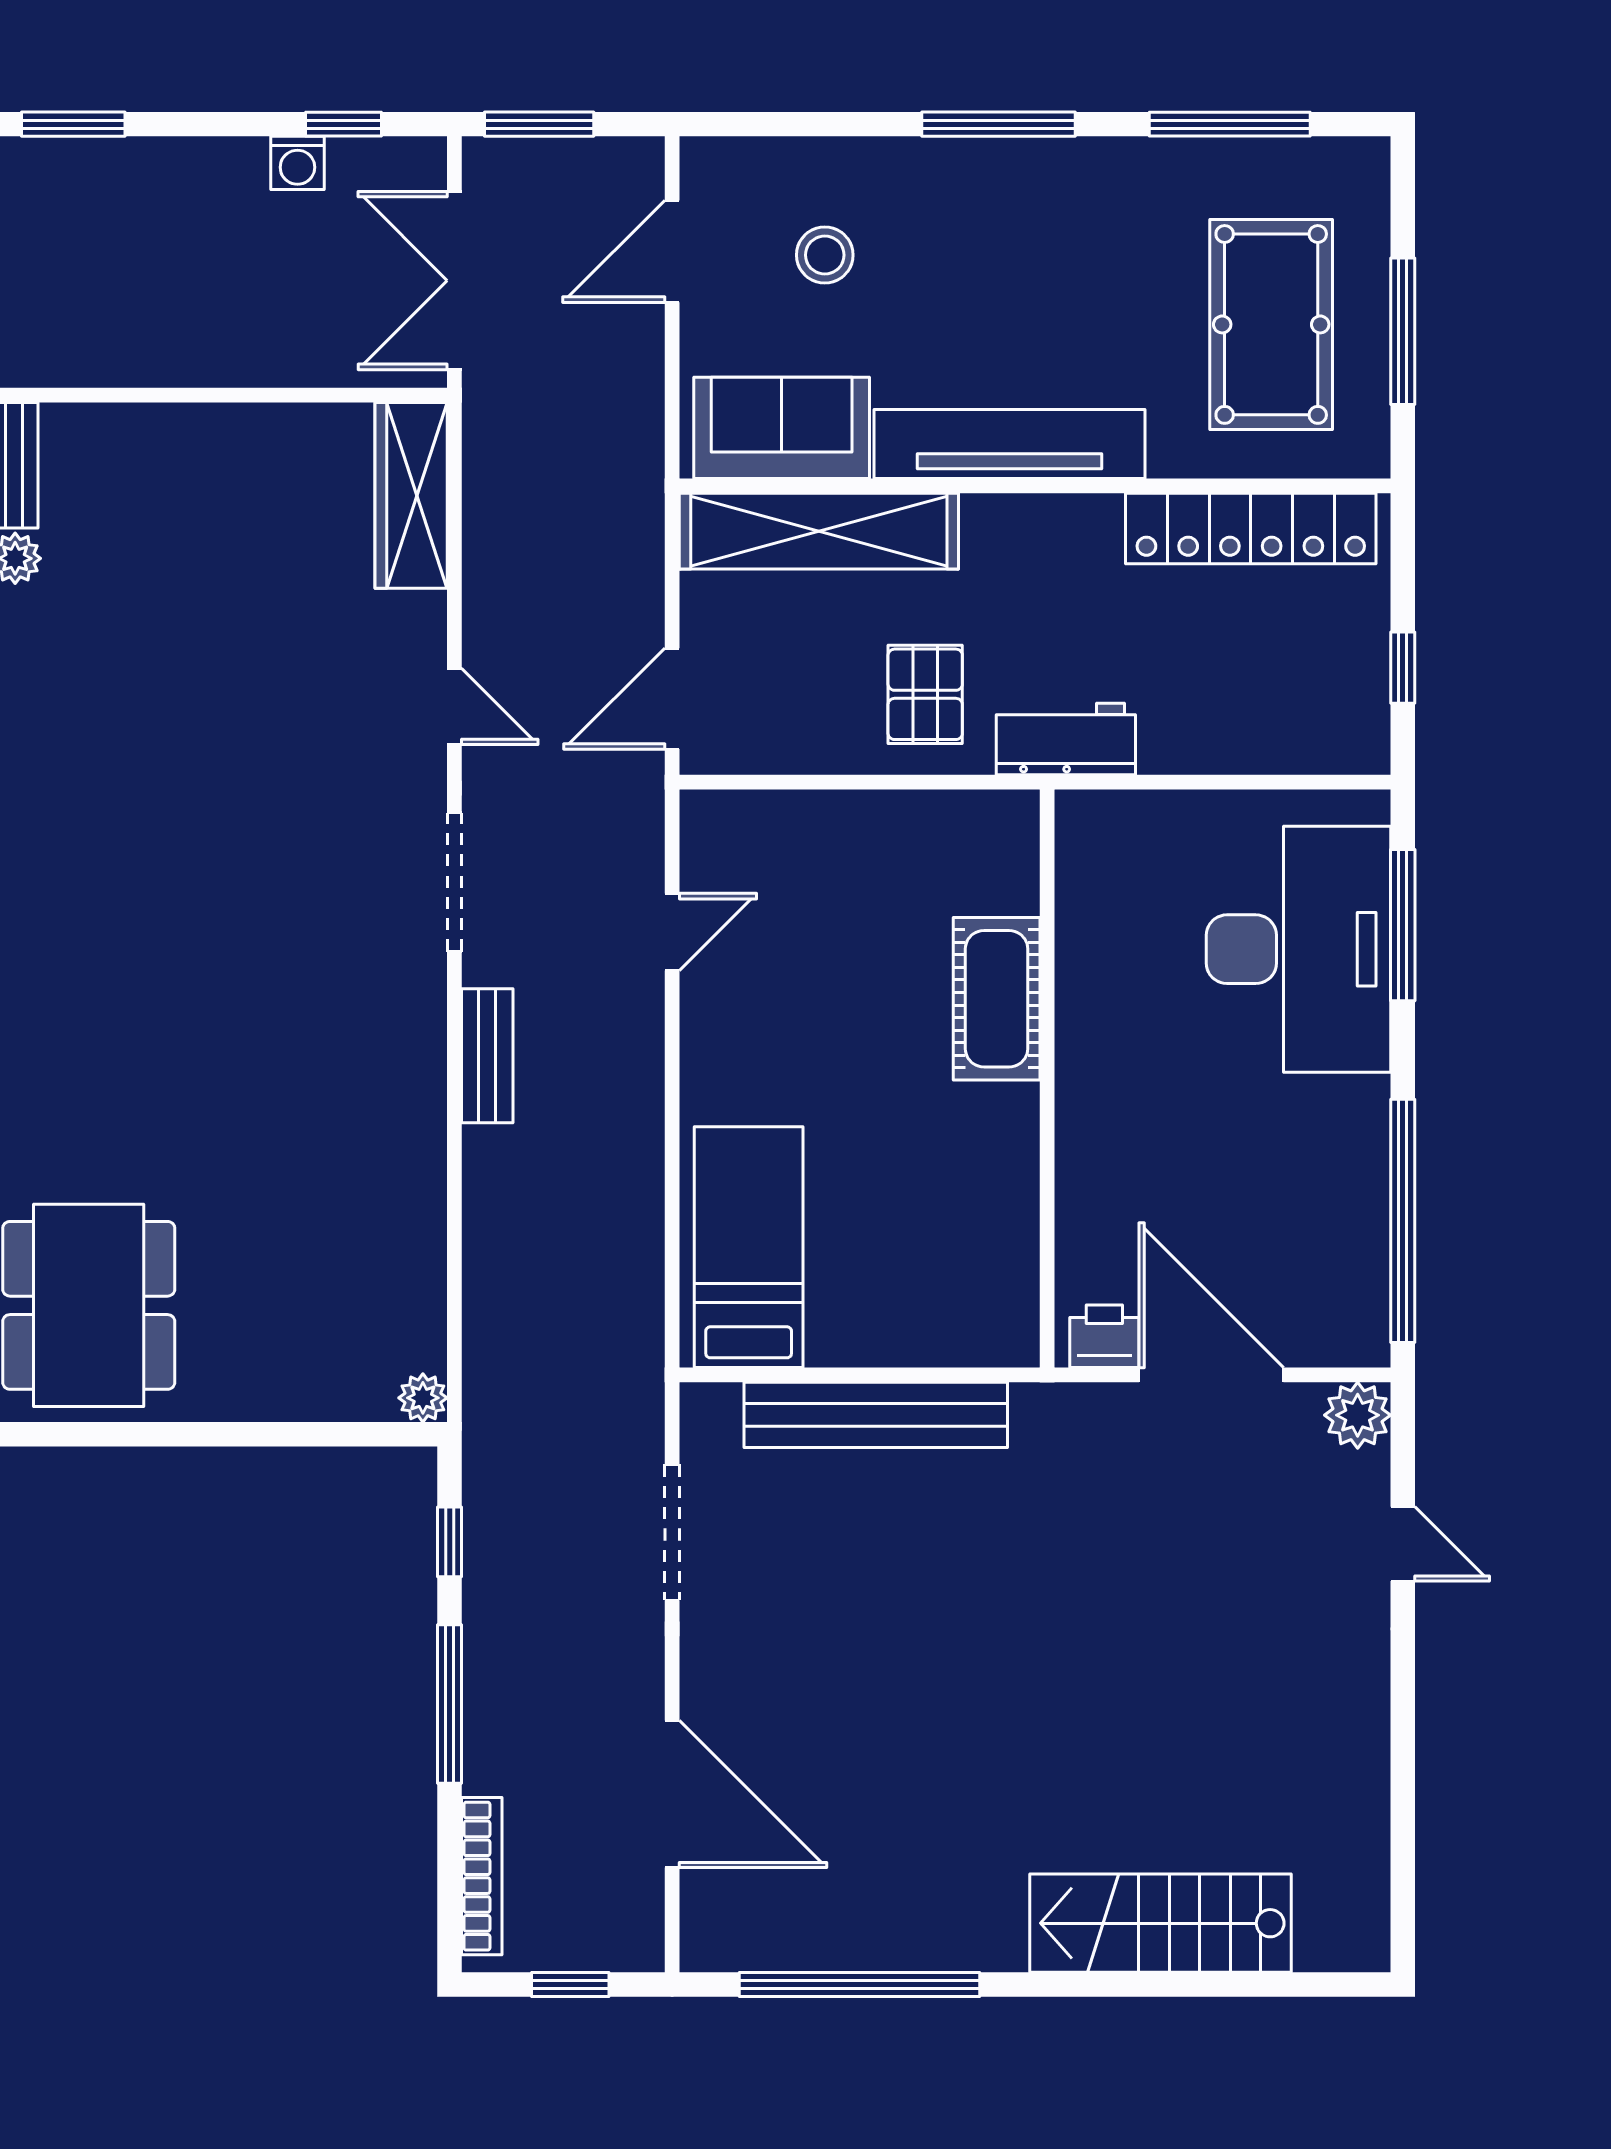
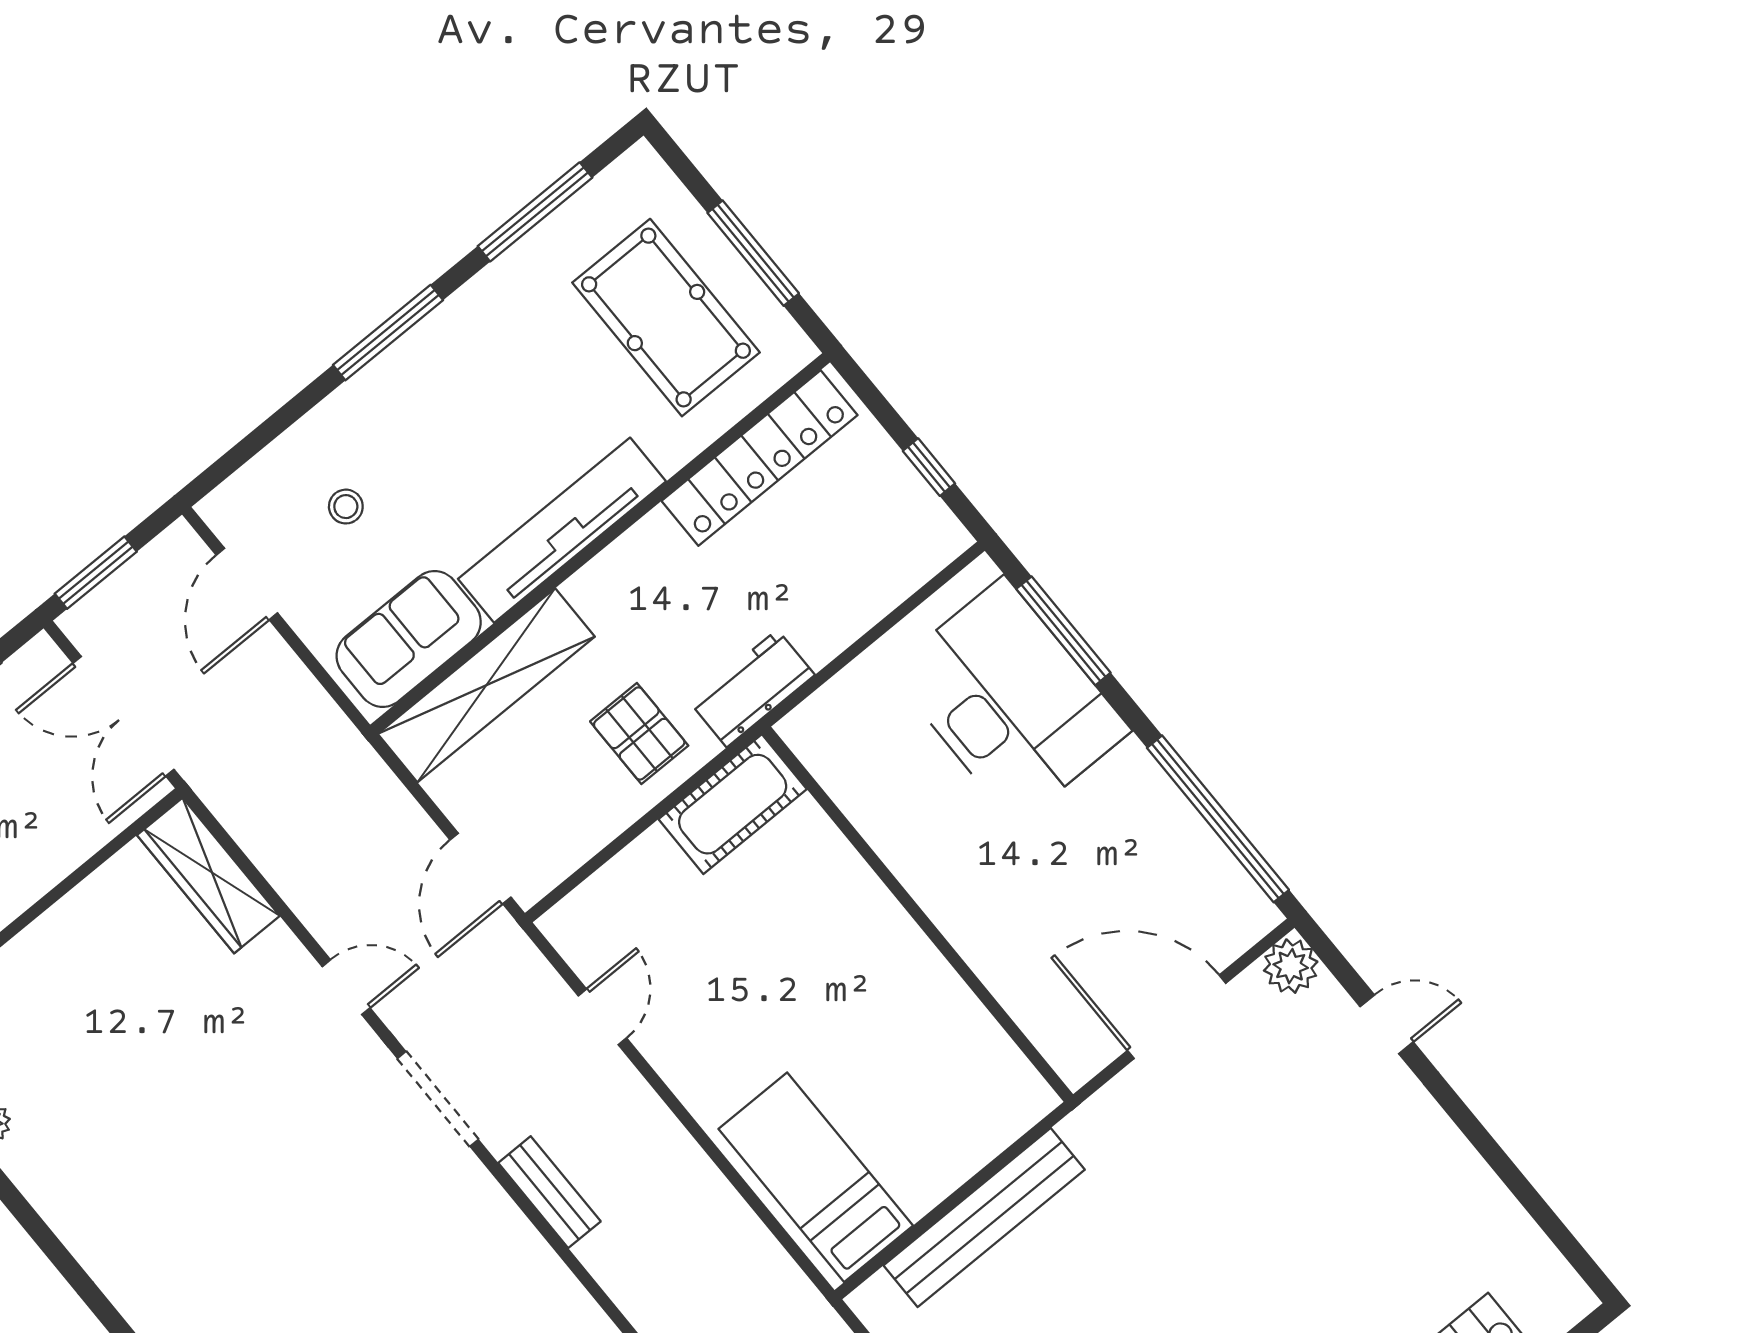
stool: (825, 255) -> (346, 507), width x0.73, depth x0.73
cot: (997, 999) -> (733, 804), moved, turned 90
printer: (1104, 1336) -> (1088, 1048), removed

